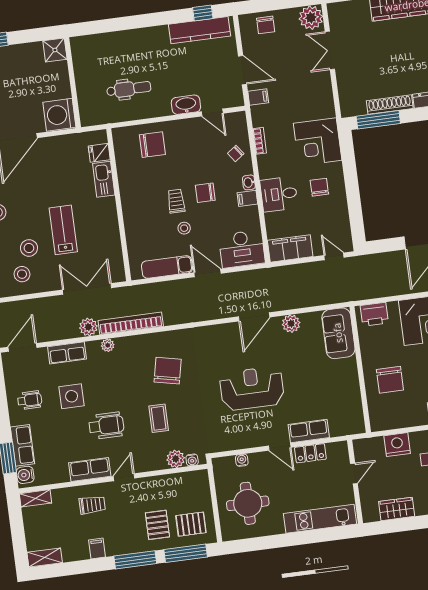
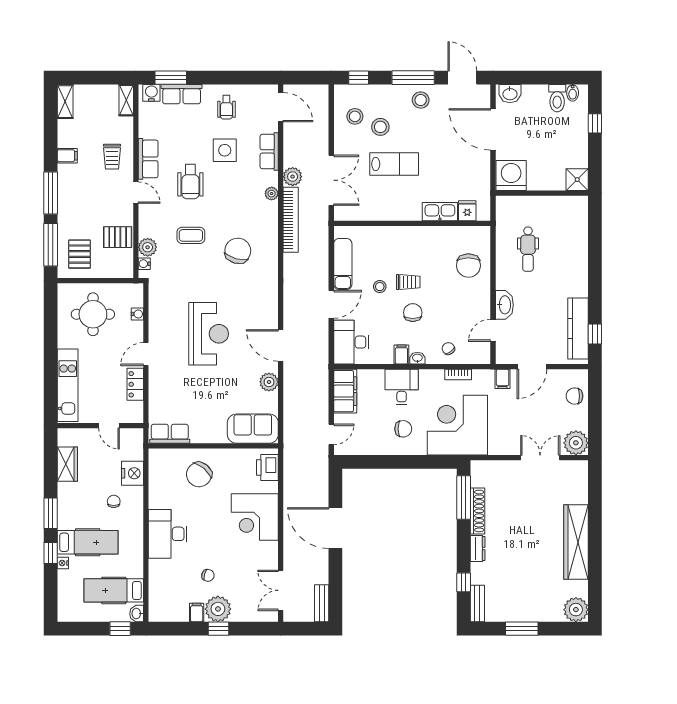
corner desk: (318, 142) -> (457, 425), width x1.36, depth x1.36
chair: (168, 371) -> (238, 251), turned -86
chair: (390, 380) -> (199, 475), turned -50
row of seats: (309, 431) -> (170, 434), moved, turned -90
pallet: (157, 525) -> (118, 237), moved

